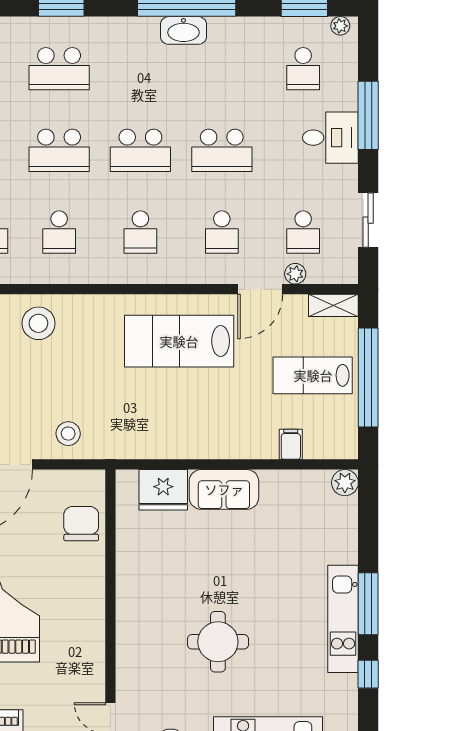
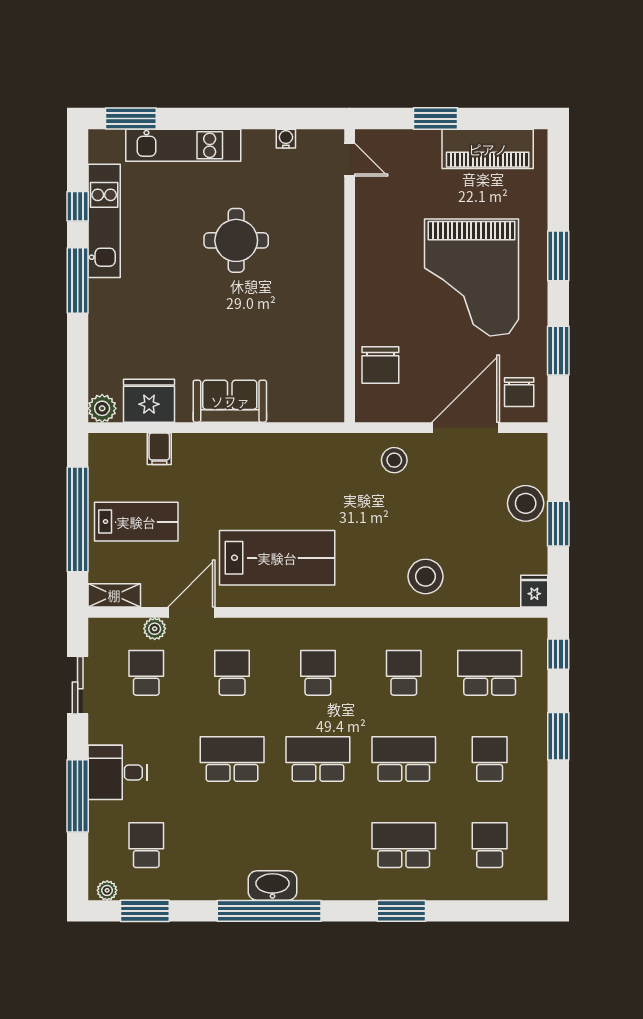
fridge: (163, 490) -> (149, 401), moved
kitchen unit: (343, 619) -> (104, 221), moved

